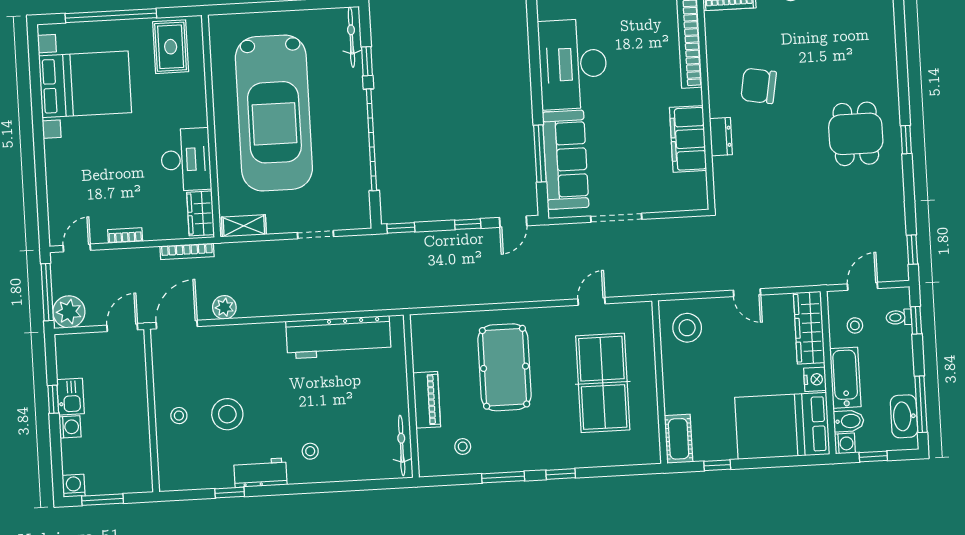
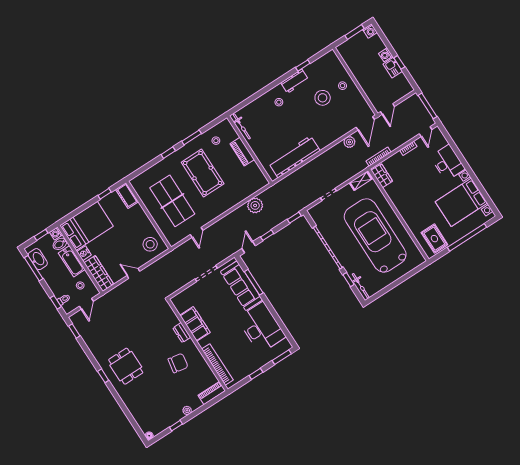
desk: (186, 160) -> (448, 163), moved, turned 180
plant: (69, 312) -> (255, 205), moved
pool table: (505, 367) -> (203, 173), moved

